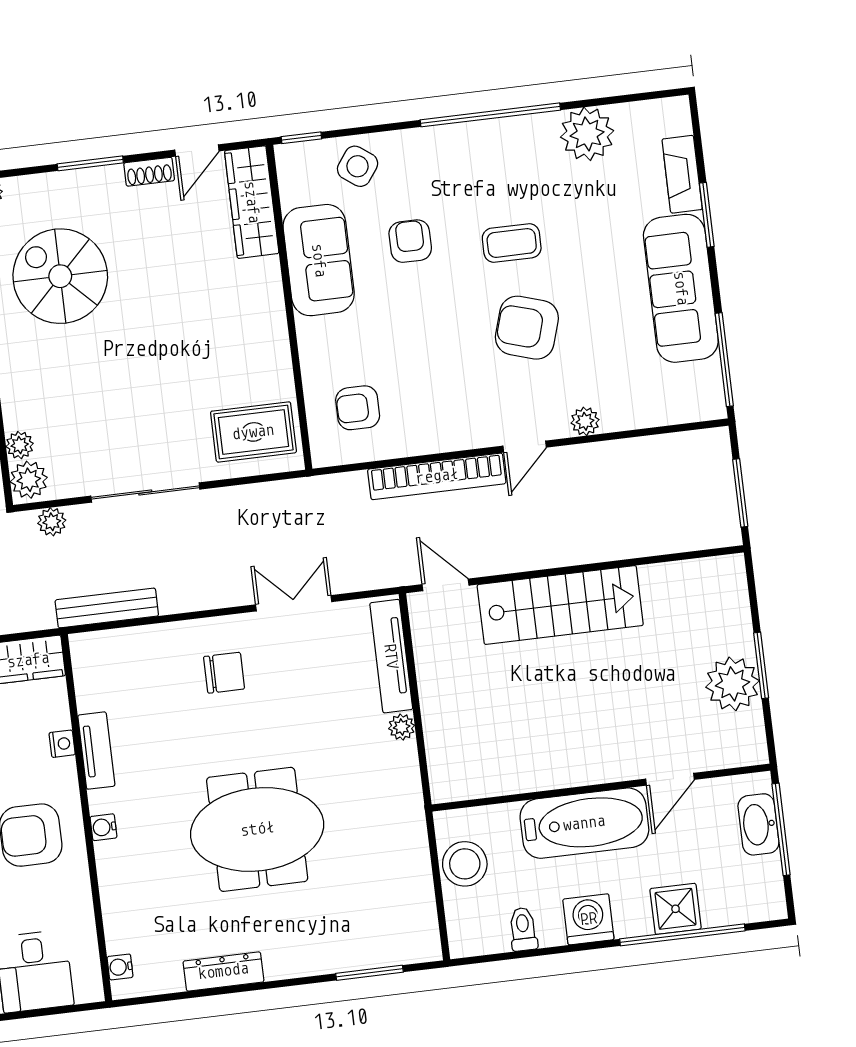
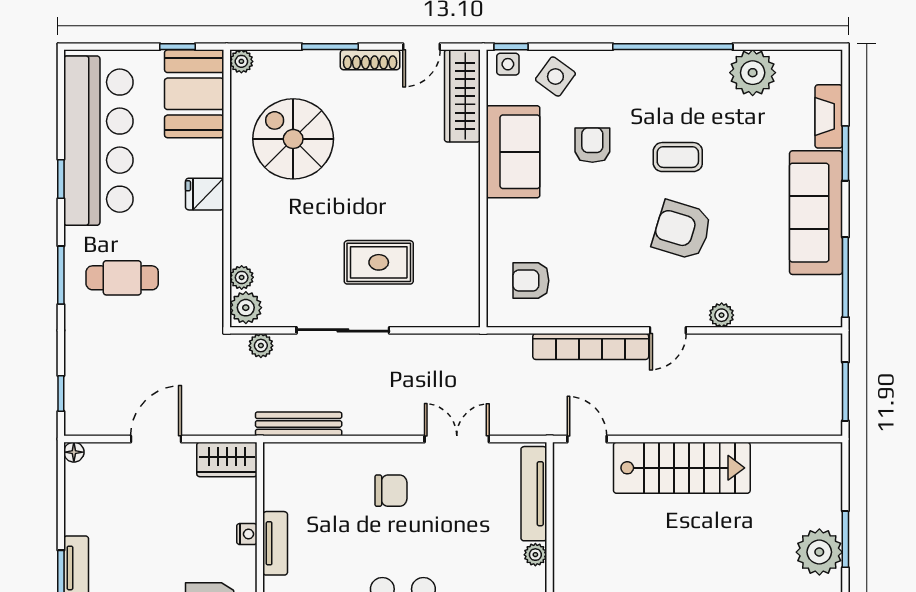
side table: (300, 159) -> (508, 64), added
shoe rack: (149, 172) -> (370, 60), width x1.43
rug: (253, 432) -> (379, 262), moved

